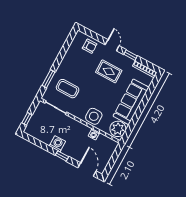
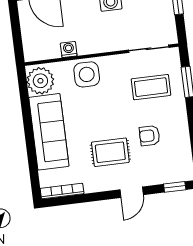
door: (112, 45) -> (132, 192), hinge flipped
armchair: (90, 46) -> (150, 136), moved
window: (131, 55) -> (175, 187), moved

